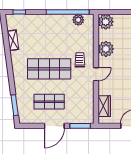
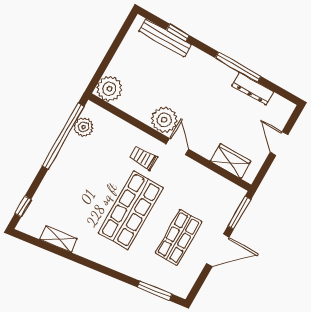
plant: (106, 49) -> (164, 120), moved
door: (54, 126) -> (218, 250), hinge flipped

